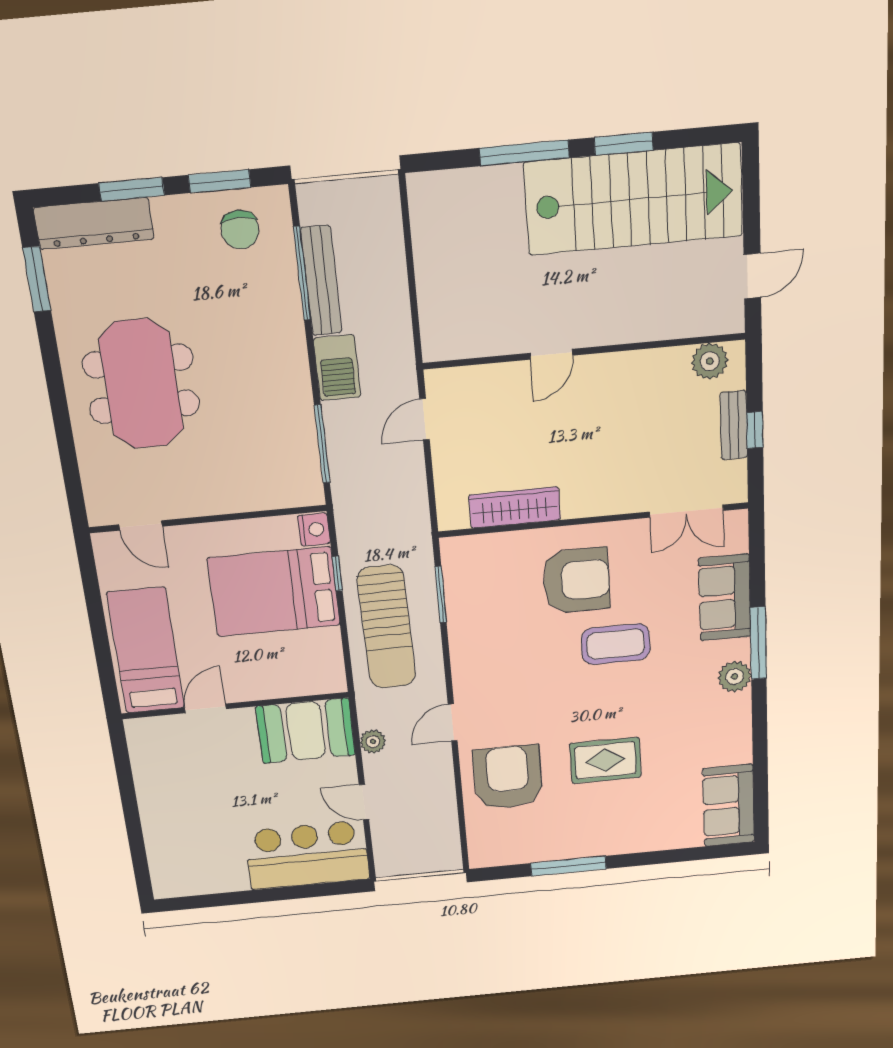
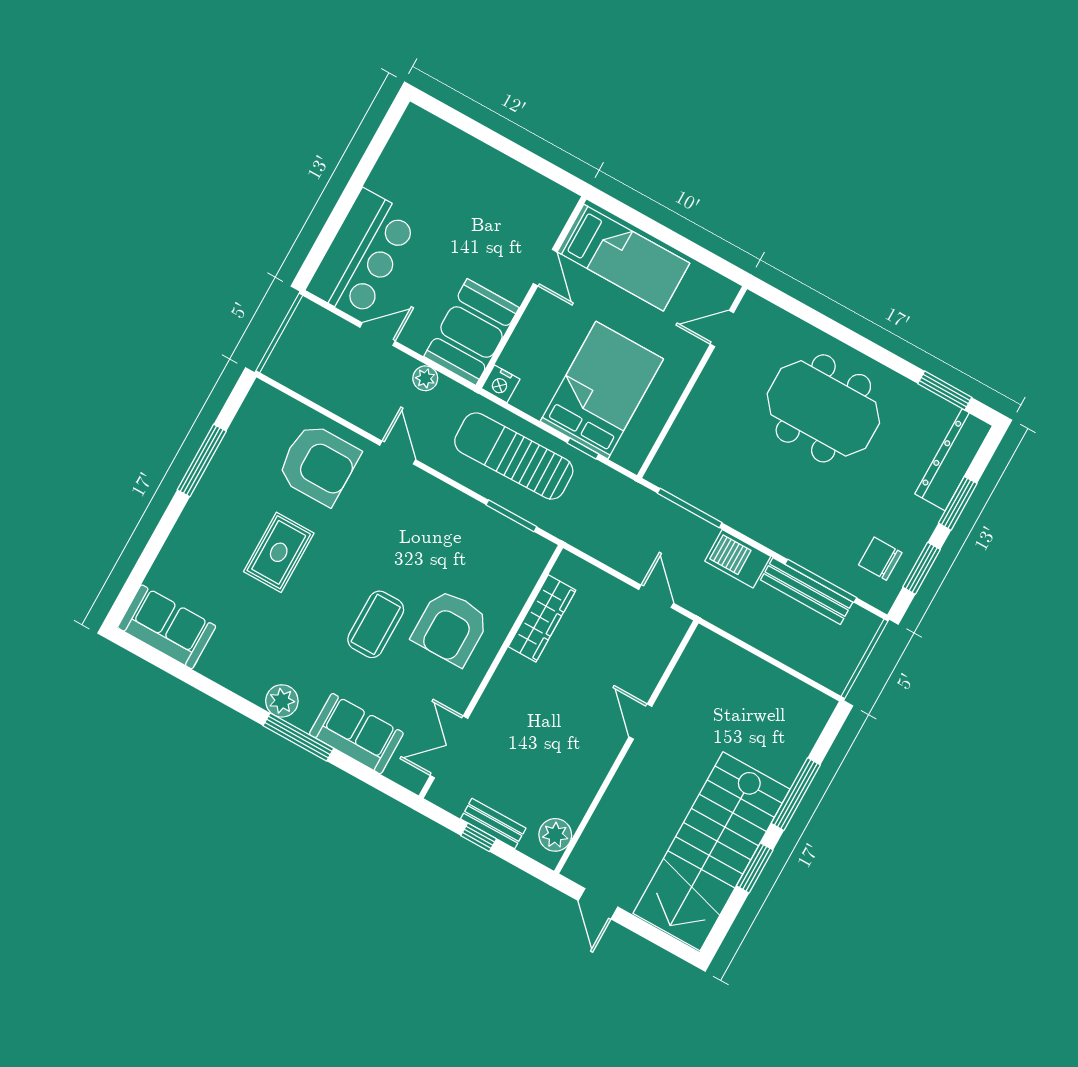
nightstand: (314, 530) -> (501, 384), moved

